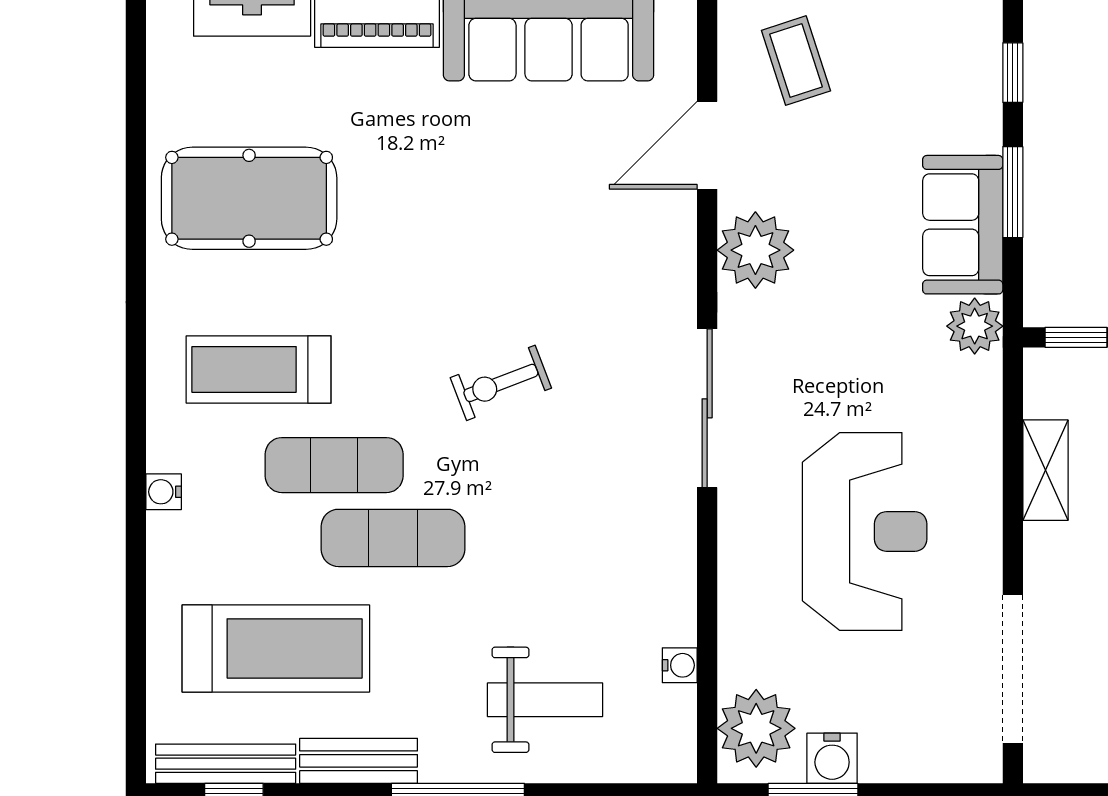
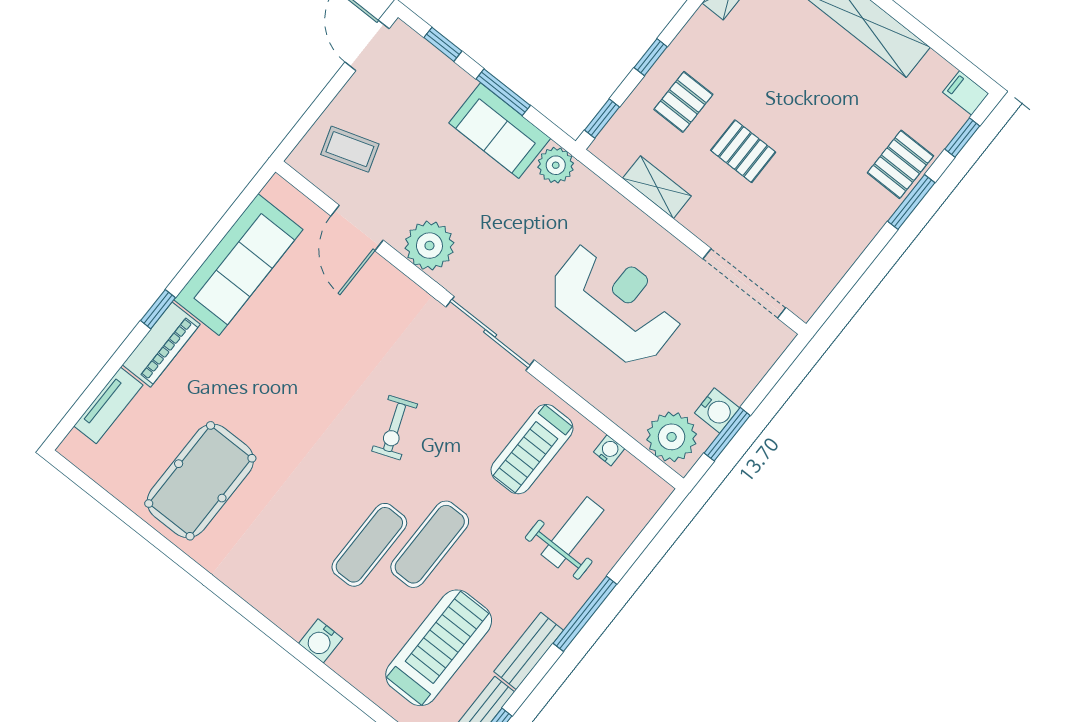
treadmill: (259, 369) -> (532, 449), moved
water cooler: (164, 492) -> (321, 641), width x1.38, depth x1.38

